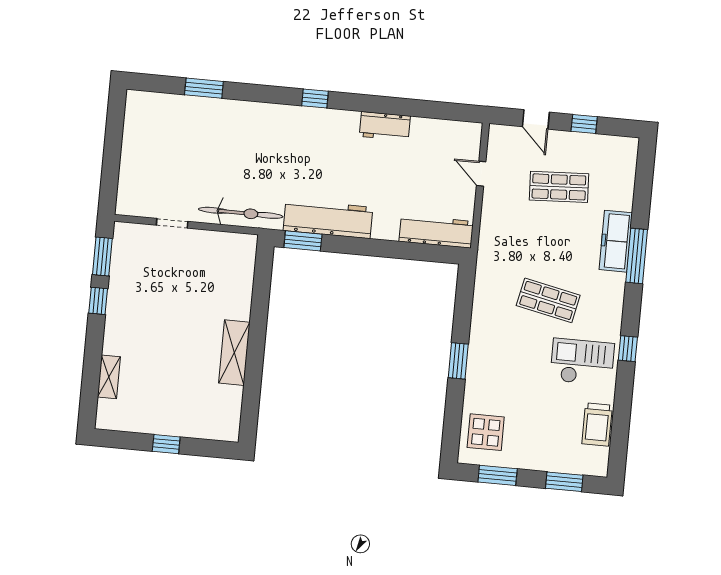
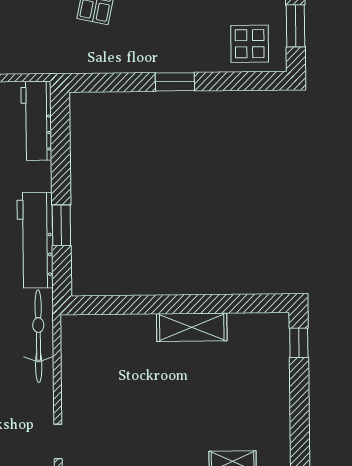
doorway: (172, 223) -> (58, 442), moved
window: (303, 241) -> (61, 225), moved
window: (166, 444) -> (299, 343), moved

